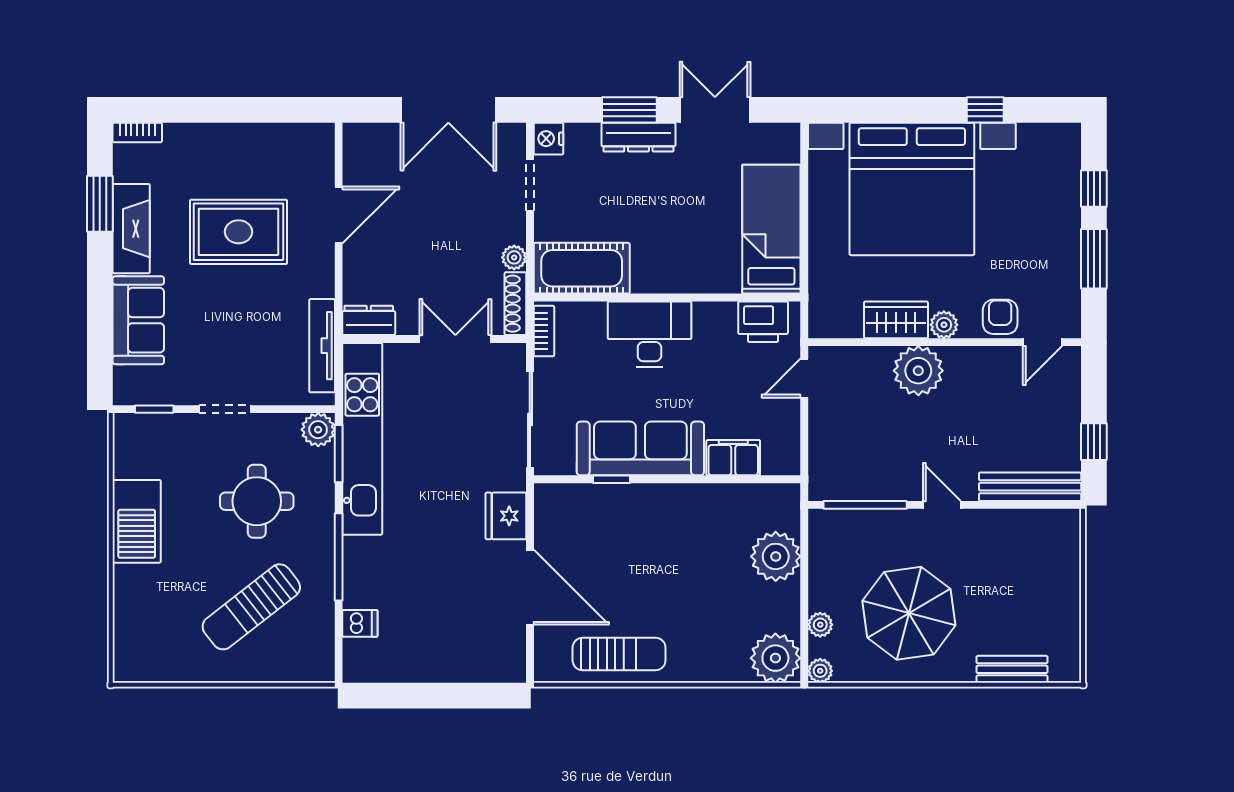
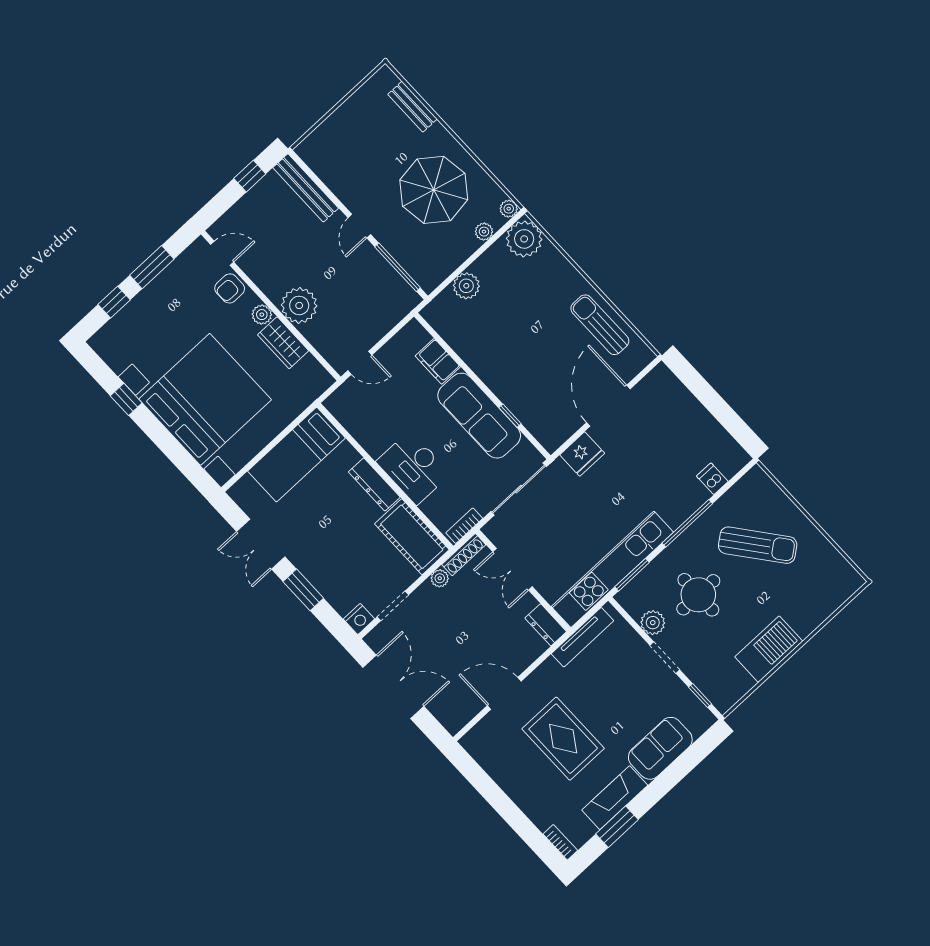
dresser: (638, 137) -> (374, 484), moved, turned 180
printer: (763, 322) -> (350, 413), removed
plant: (318, 430) -> (653, 623), moved
plant: (776, 556) -> (466, 286), width x0.73, depth x0.73

